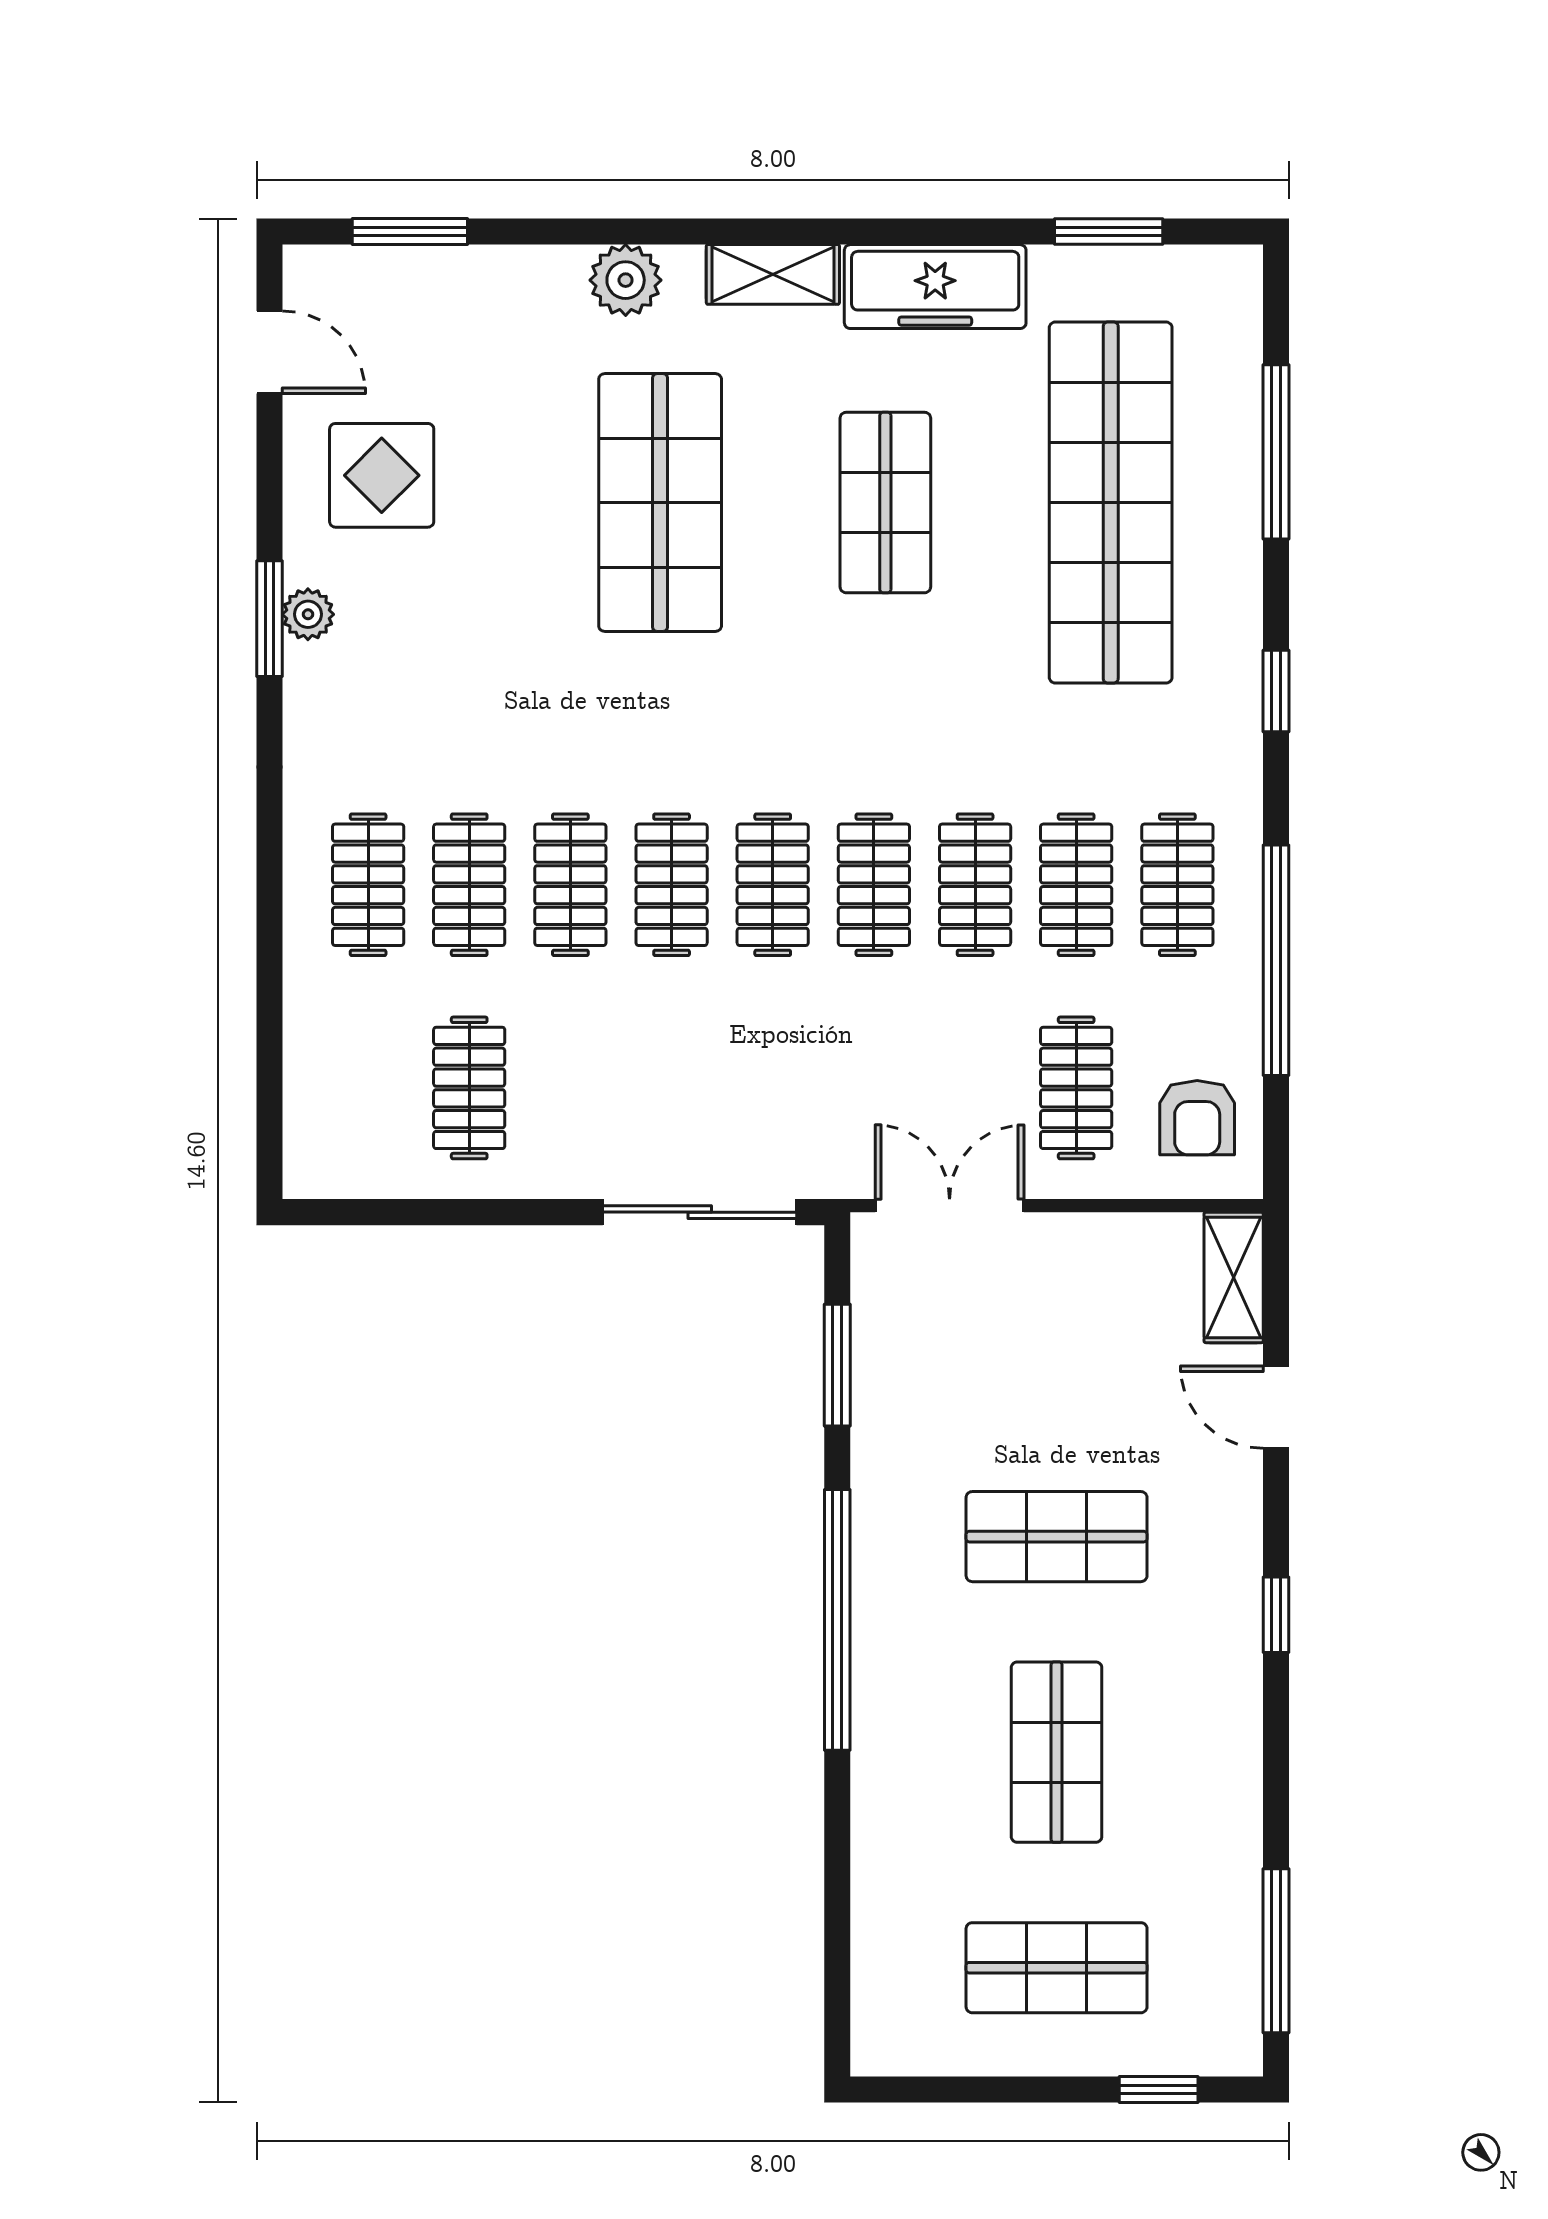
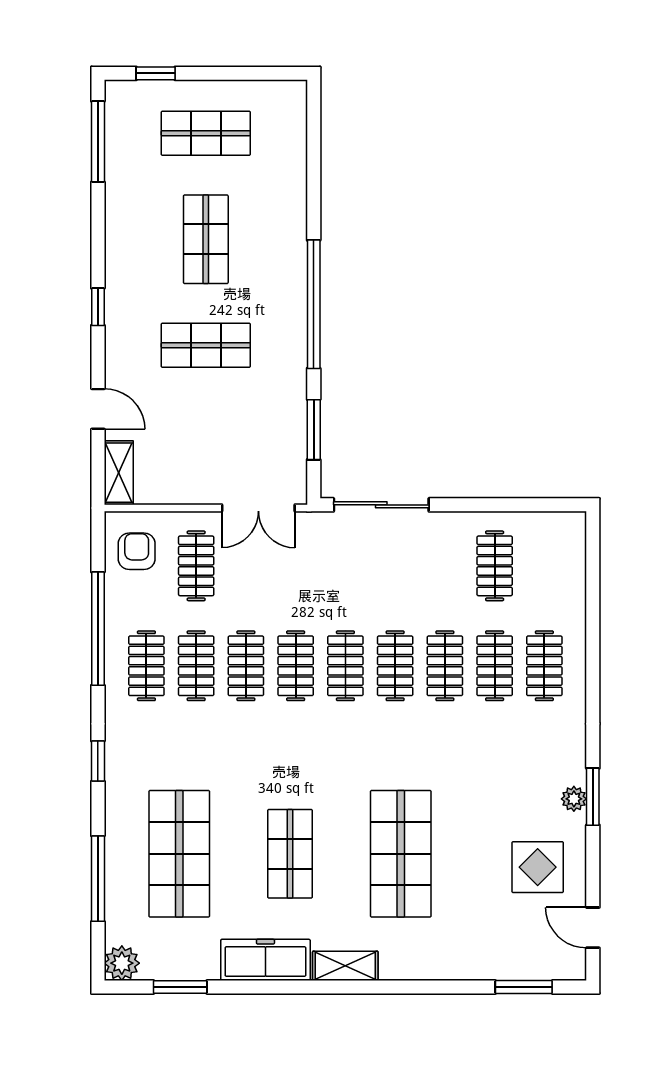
plant: (626, 280) -> (122, 963), moved
shop shelf: (1111, 503) -> (179, 854), width x0.71

